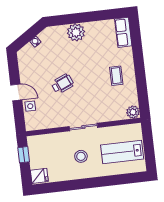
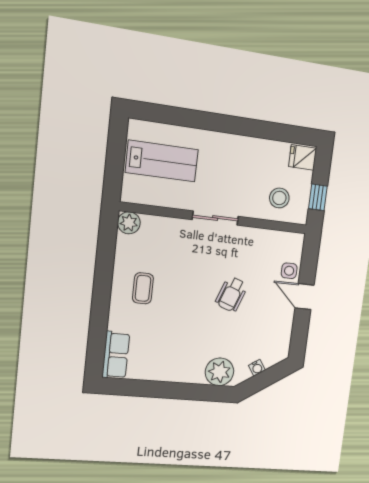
plant: (76, 32) -> (219, 372), moved
wheelchair: (62, 84) -> (232, 294), turned -47
stool: (81, 156) -> (279, 198), moved

